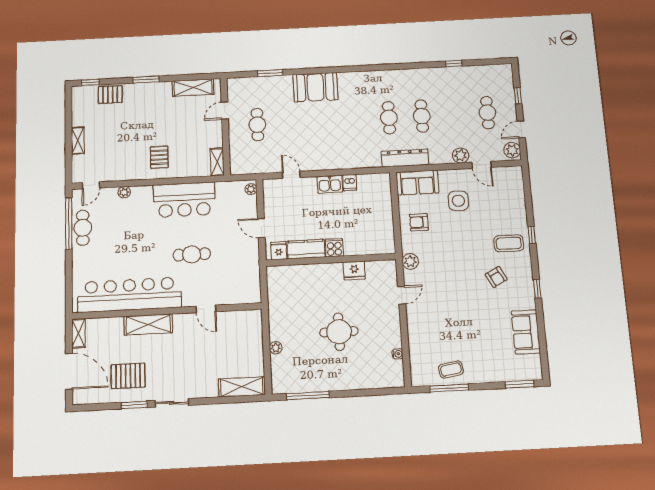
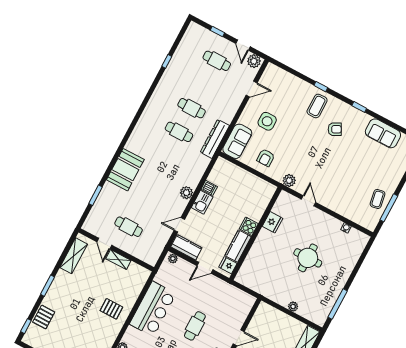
plant: (461, 155) -> (186, 193), moved
shelving: (217, 162) -> (118, 260), moved
kitchen counter: (272, 196) -> (186, 247), added

